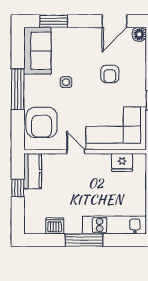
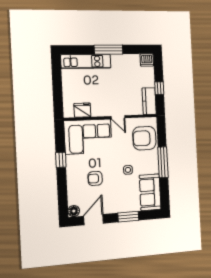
window: (54, 21) -> (128, 217), moved
armchair: (110, 74) -> (95, 178), turned -90
armchair: (42, 122) -> (144, 138), turned -90
dishwasher: (55, 226) -> (147, 60), moved

